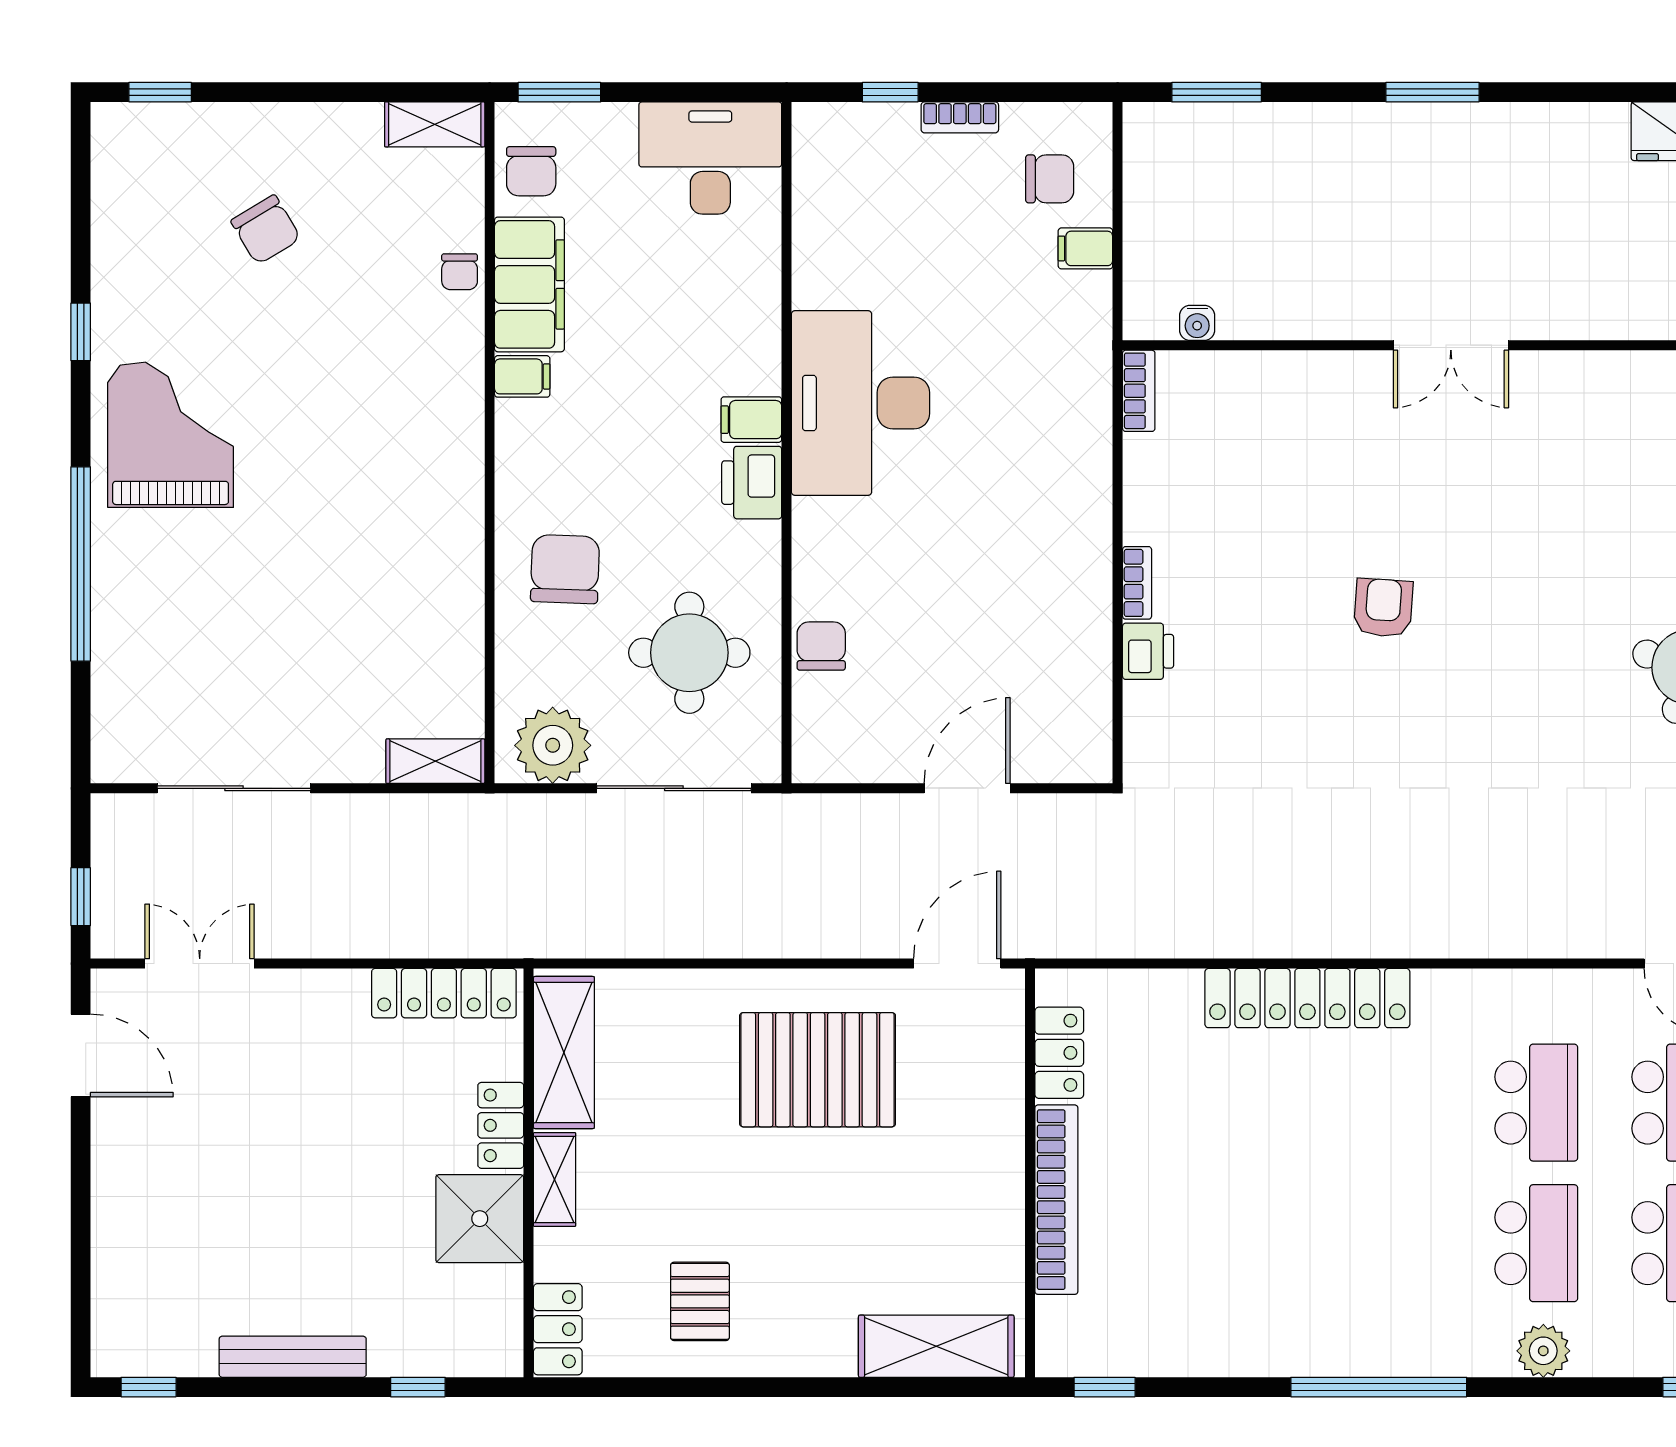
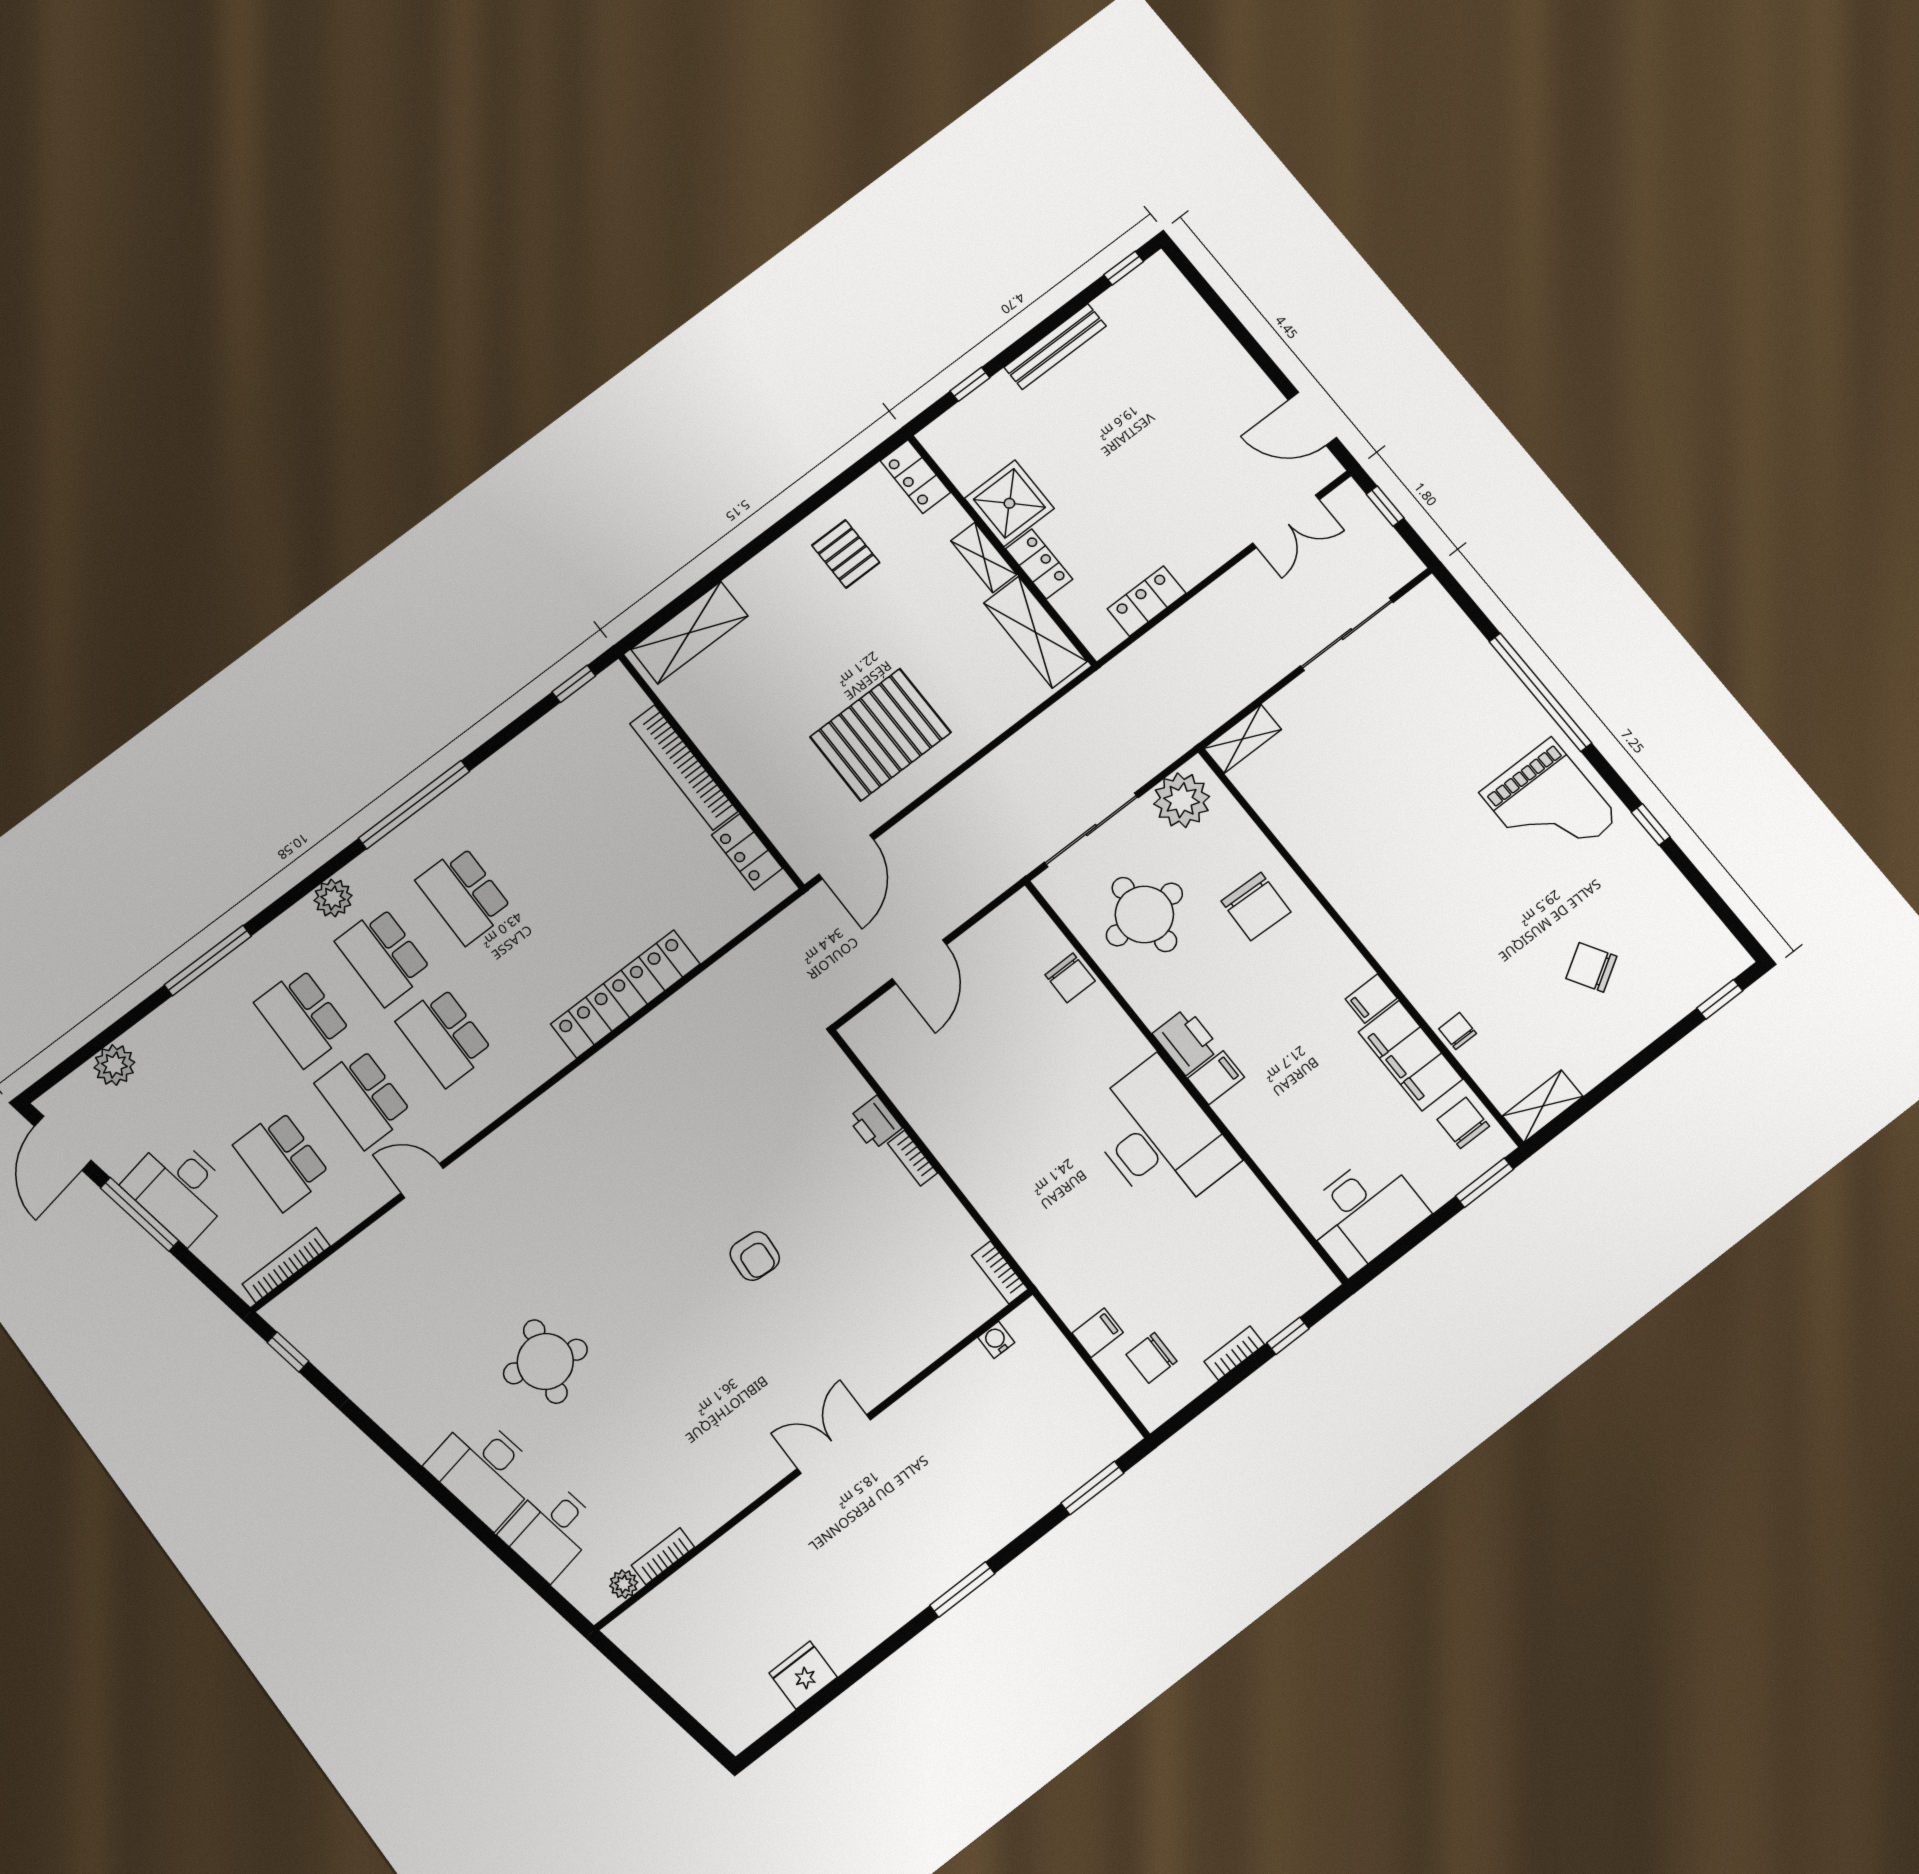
locker: (444, 993) -> (1147, 601), width x0.66
school desk: (1399, 1243) -> (464, 895), added

